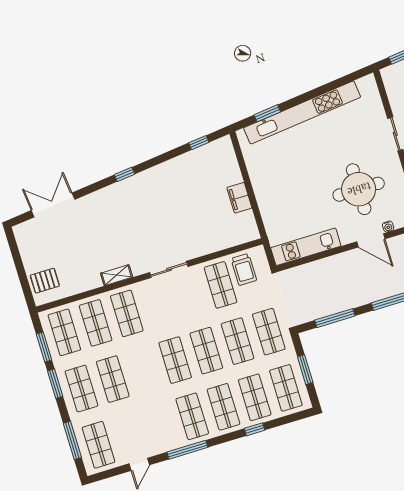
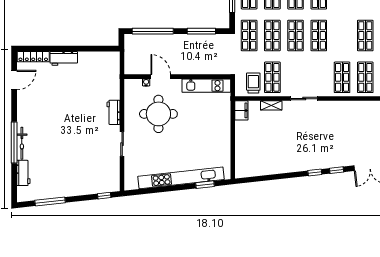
window: (199, 143) -> (337, 170), moved
filing cabinet: (239, 198) -> (241, 110), moved
shelving: (117, 275) -> (271, 105), moved

